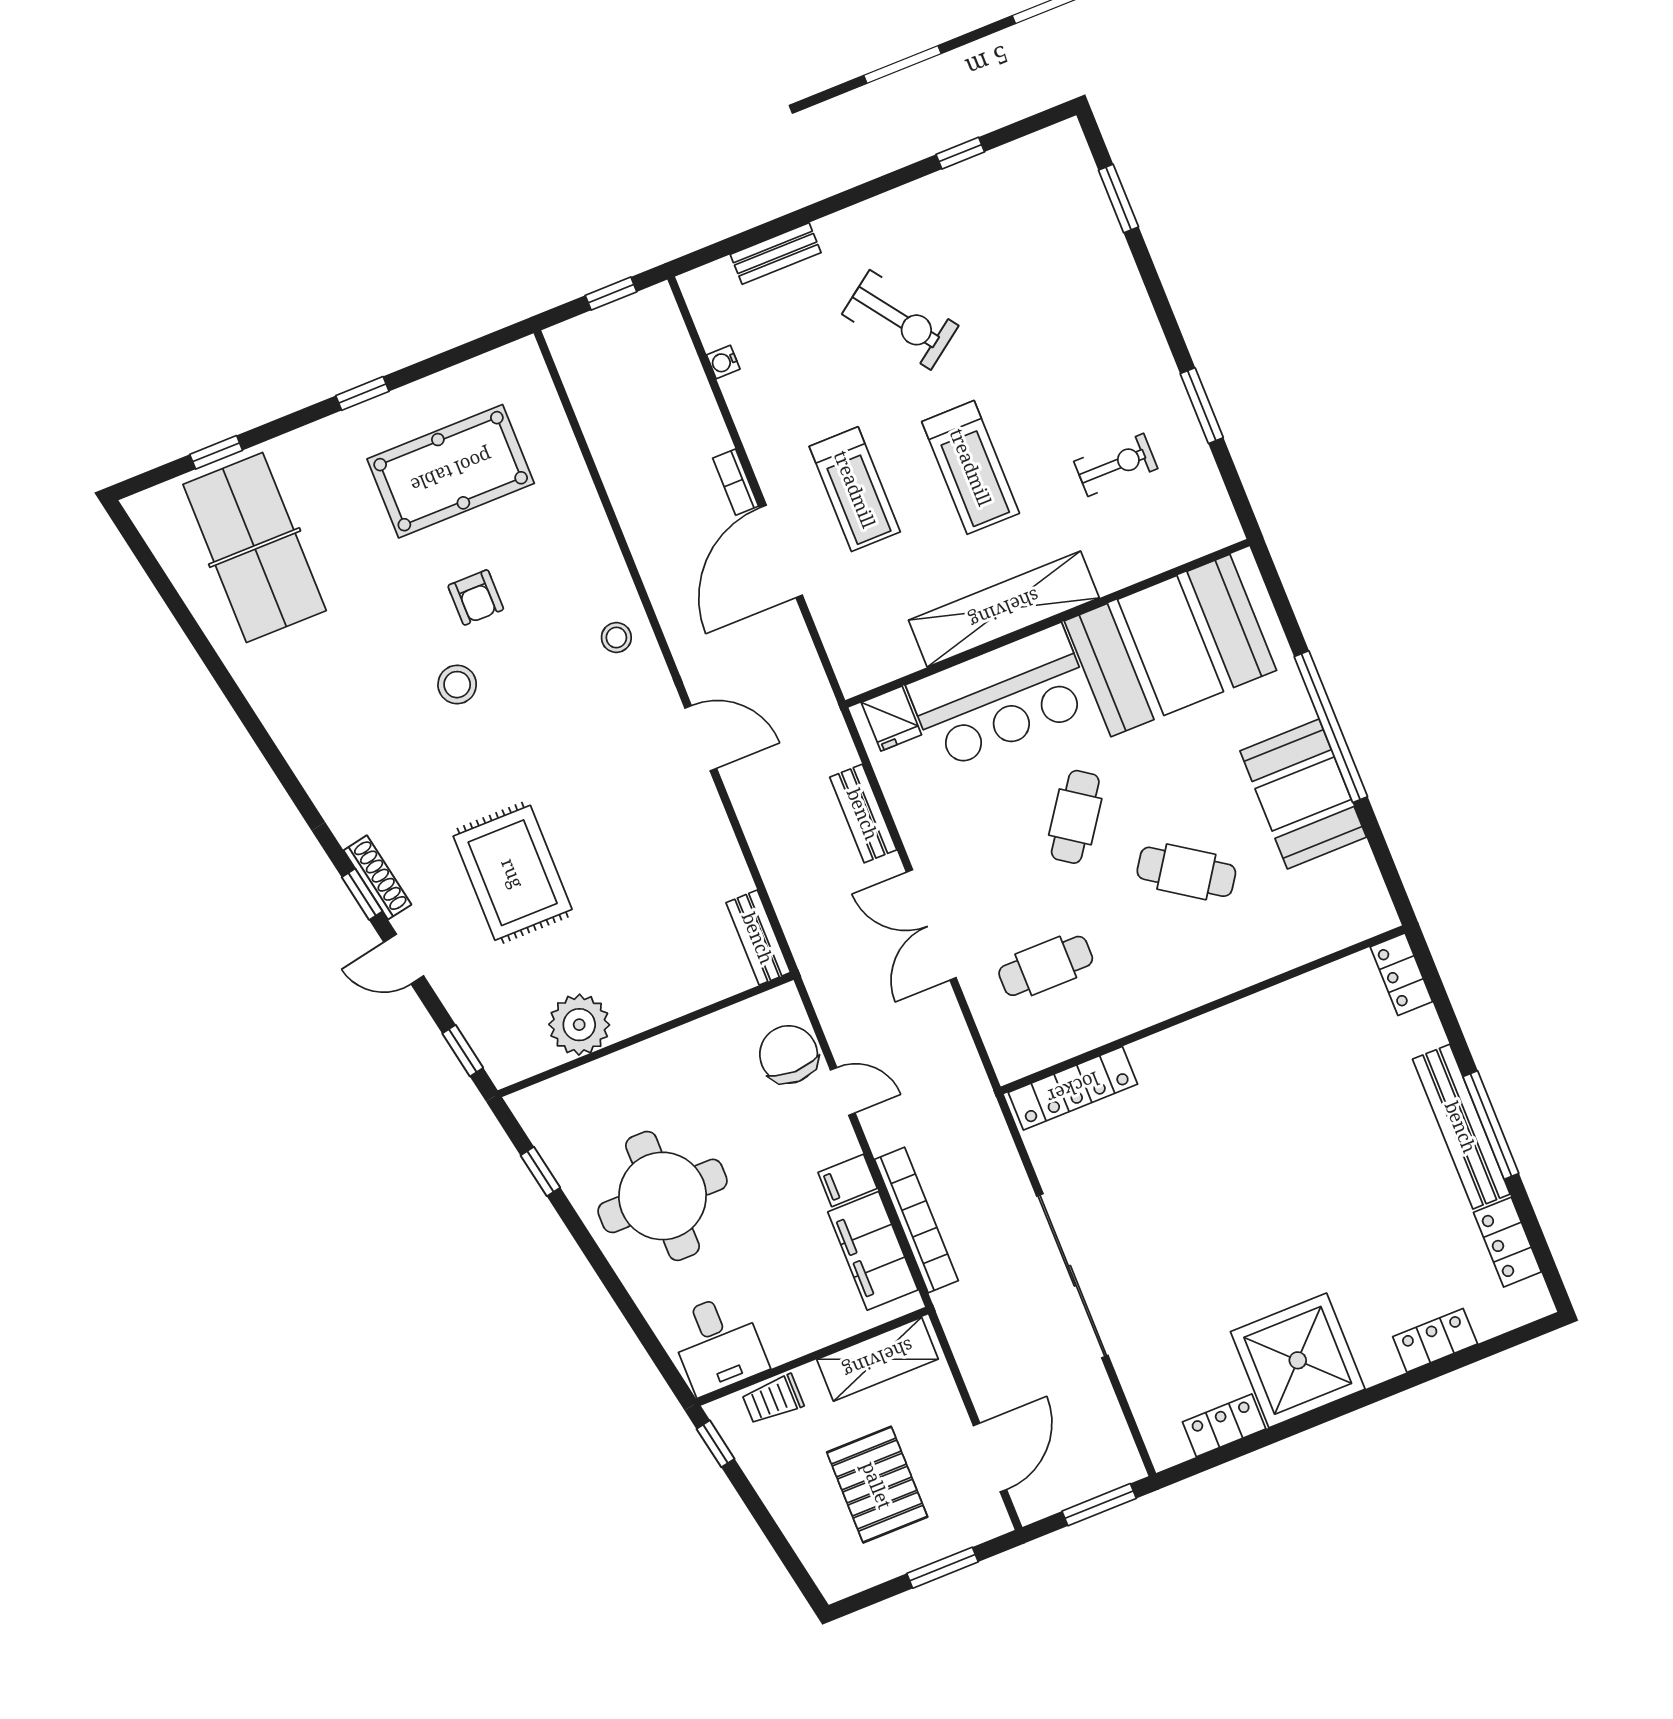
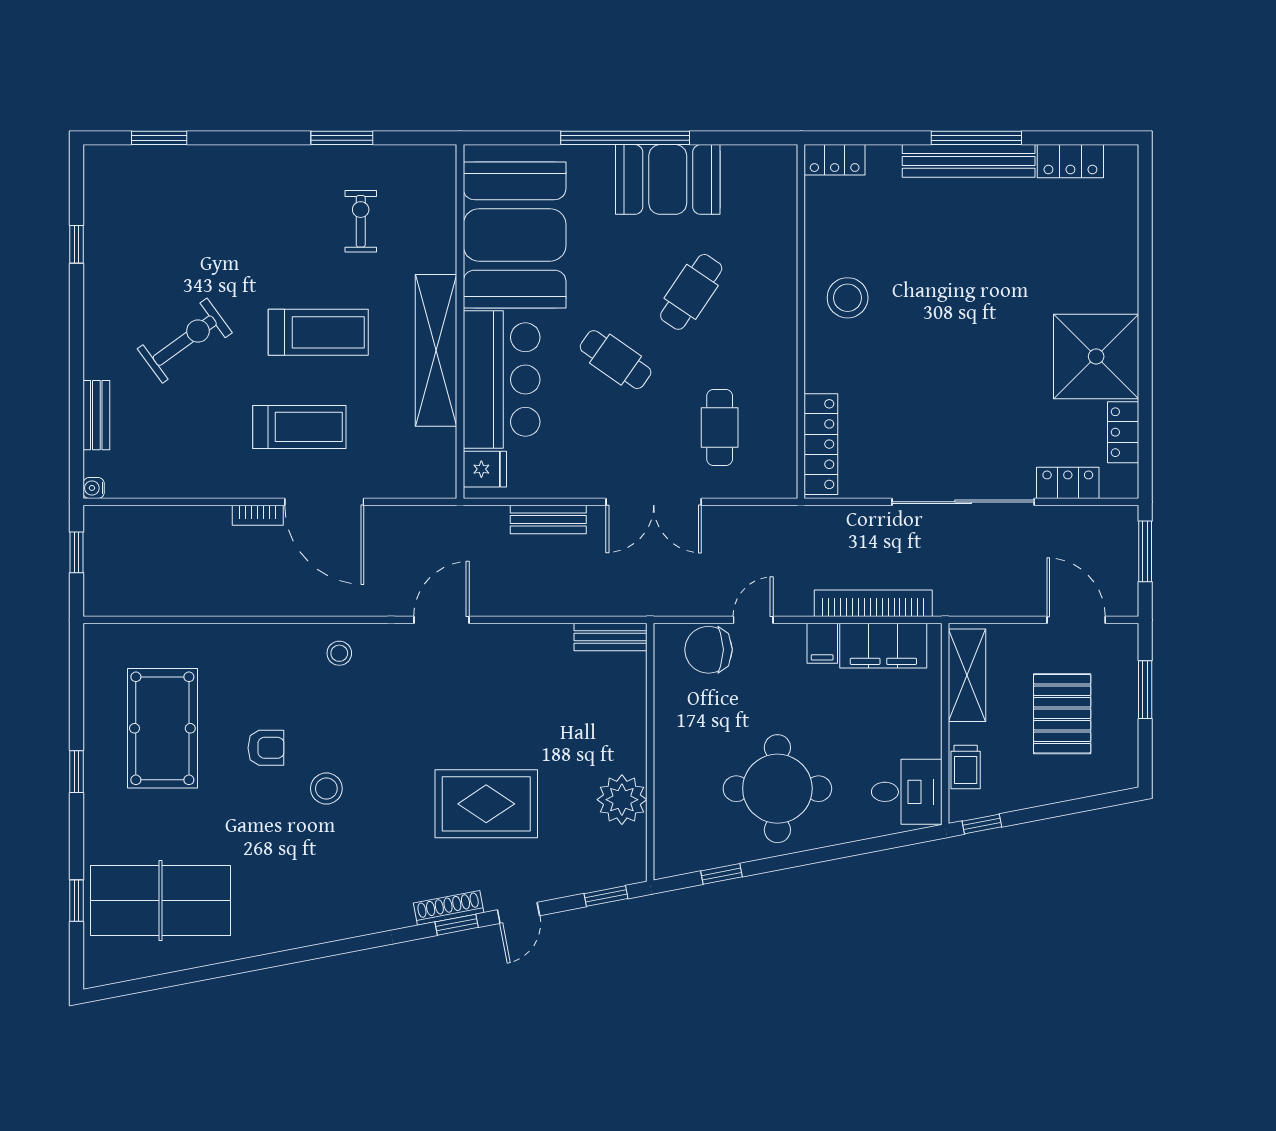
water cooler: (723, 362) -> (94, 488), moved, turned 90
stool: (1251, 1052) -> (848, 298), added
locker: (1435, 1340) -> (1068, 483), moved, turned 90
pallet: (877, 1485) -> (1062, 714), turned 90

